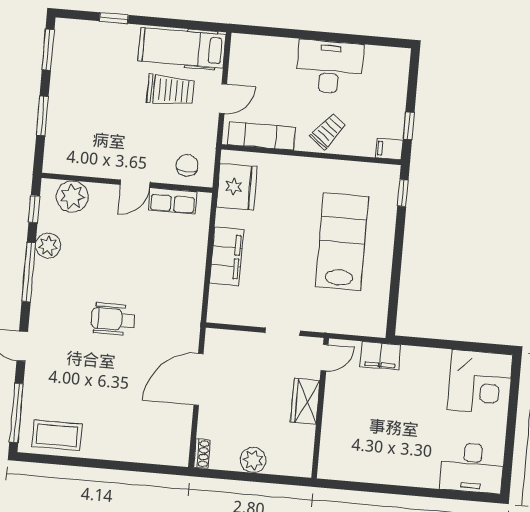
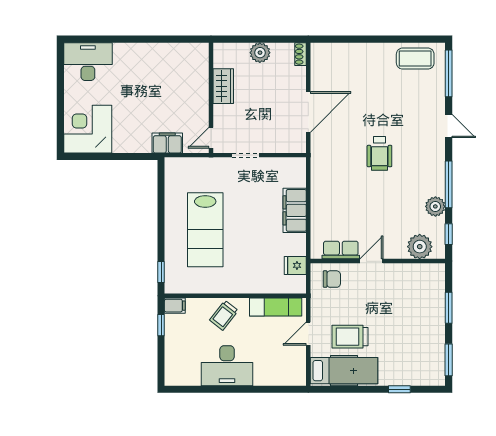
chair: (187, 165) -> (332, 279), turned -90
fridge: (237, 187) -> (295, 265), width x0.53, depth x0.75
wheelchair: (113, 319) -> (379, 153), turned 90
wardrobe: (305, 401) -> (223, 86), moved

